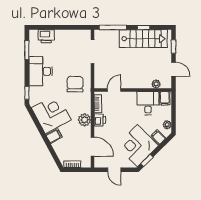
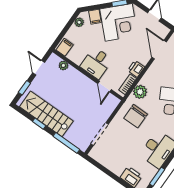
door: (114, 90) -> (105, 87), hinge flipped
desk: (148, 103) -> (96, 63), moved
plant: (85, 120) -> (140, 92), moved

